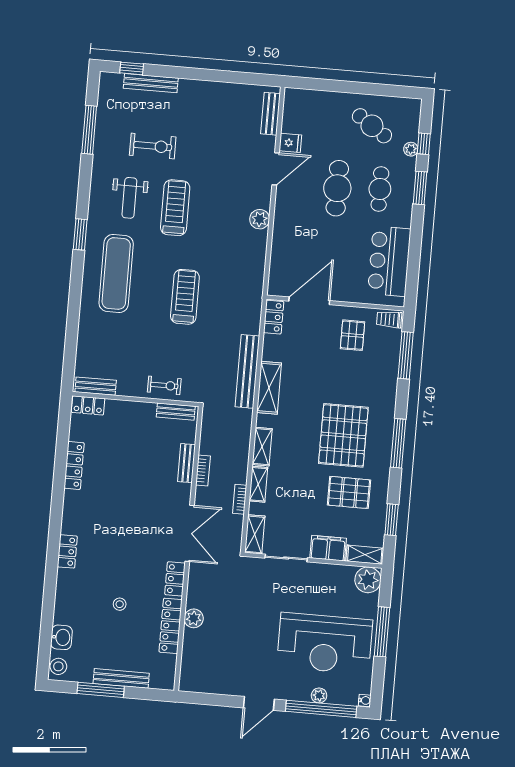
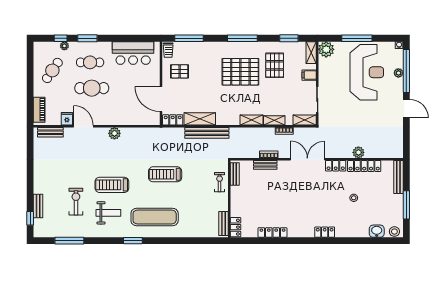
bench: (151, 83) -> (38, 206), width x0.73
piano: (309, 98) -> (39, 110), added
shelving: (269, 388) -> (200, 119), moved
filing cabinet: (328, 548) -> (309, 75), width x0.50
bench: (121, 678) -> (398, 177), moved

